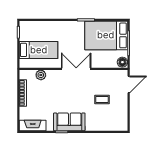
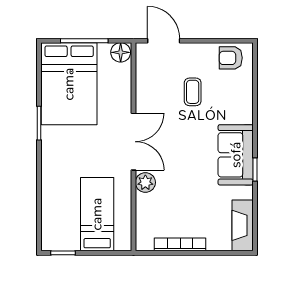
double door: (76, 69) -> (134, 142), swing flipped
plant: (41, 75) -> (145, 182), moved
armchair: (120, 119) -> (231, 58), added

